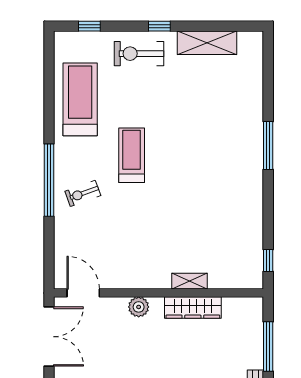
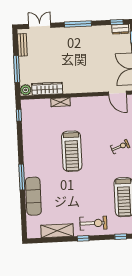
exercise mat: (248, 109) -> (33, 196), added
treadmill: (132, 155) -> (72, 151), moved, width x1.37, depth x1.38
plant: (139, 307) -> (26, 90), moved
wardrobe: (193, 308) -> (47, 89), moved

